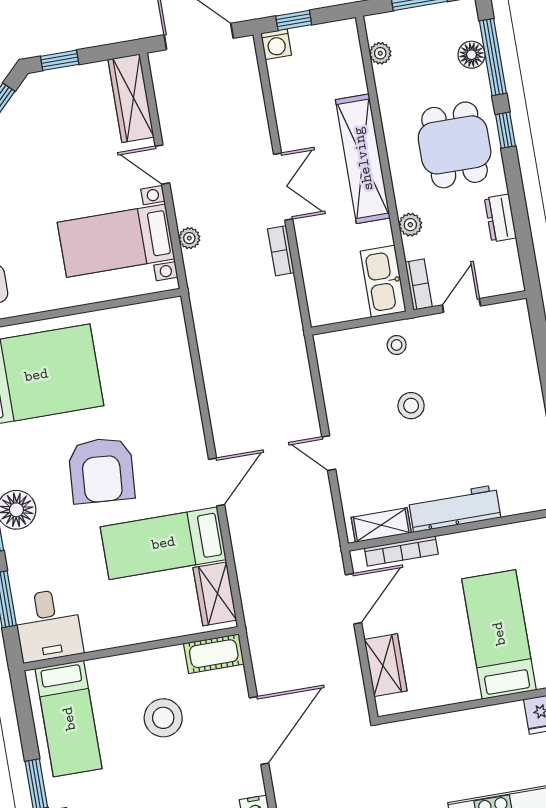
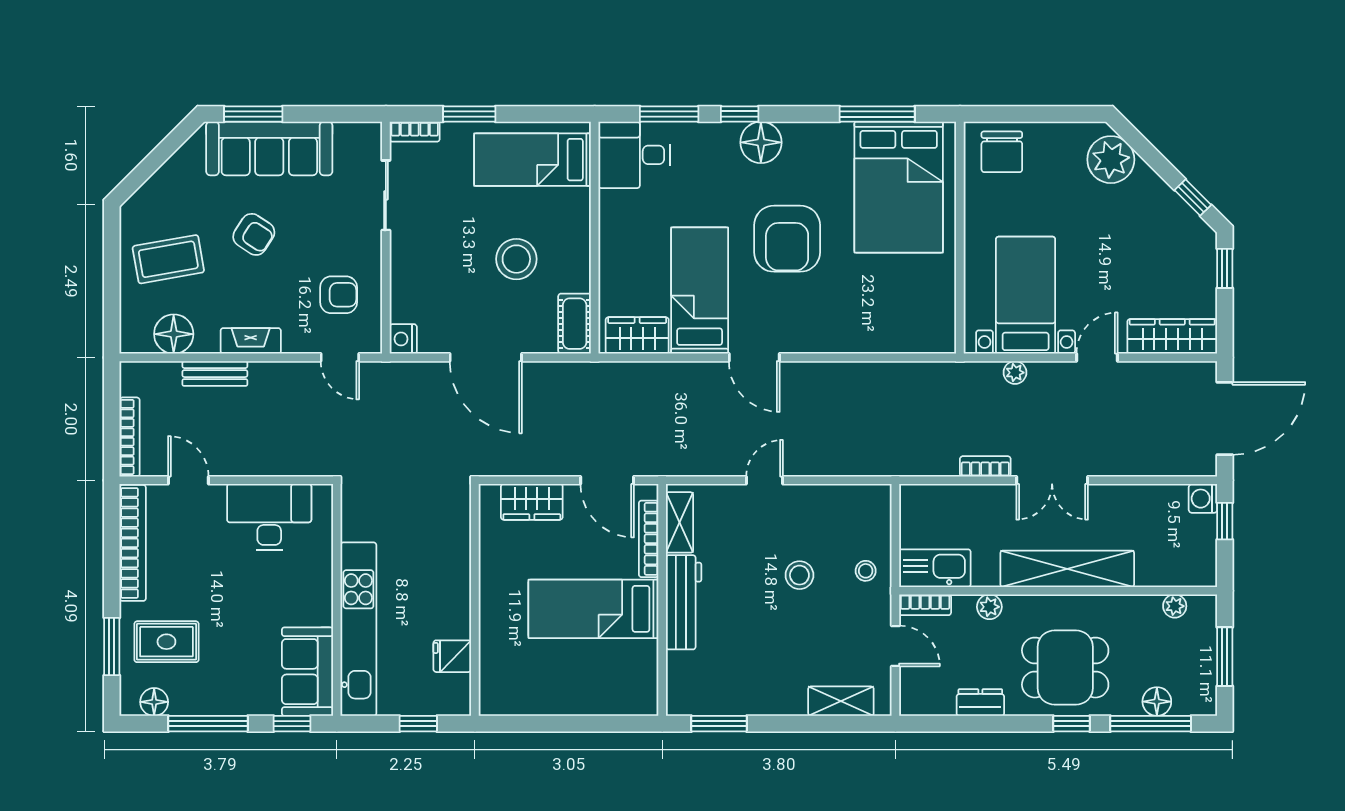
shelving: (521, 347) -> (841, 701), added
armchair: (101, 470) -> (787, 239), turned -94
bed: (499, 634) -> (593, 609), moved, turned 180

